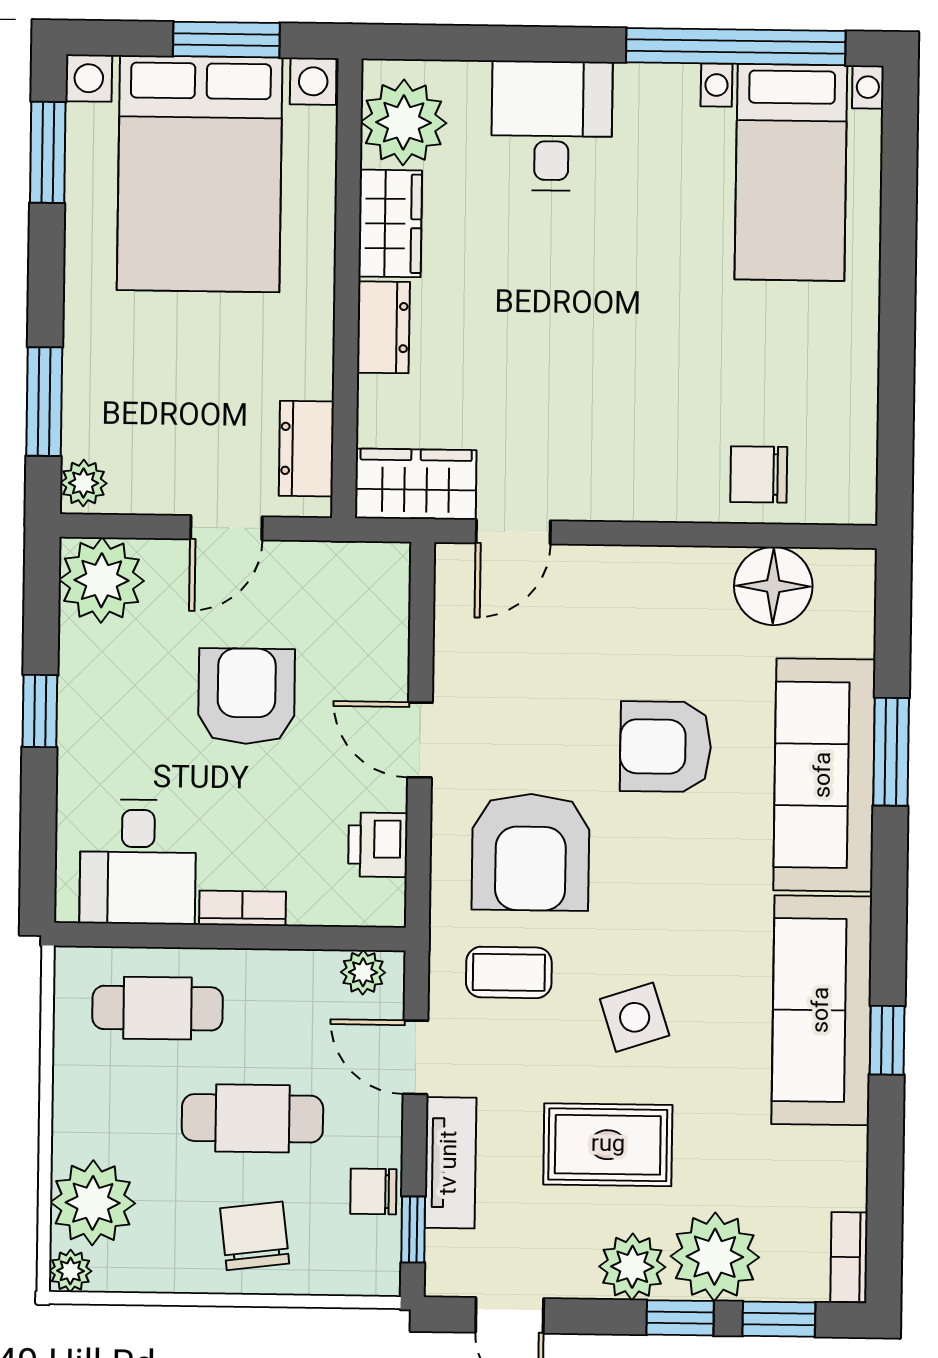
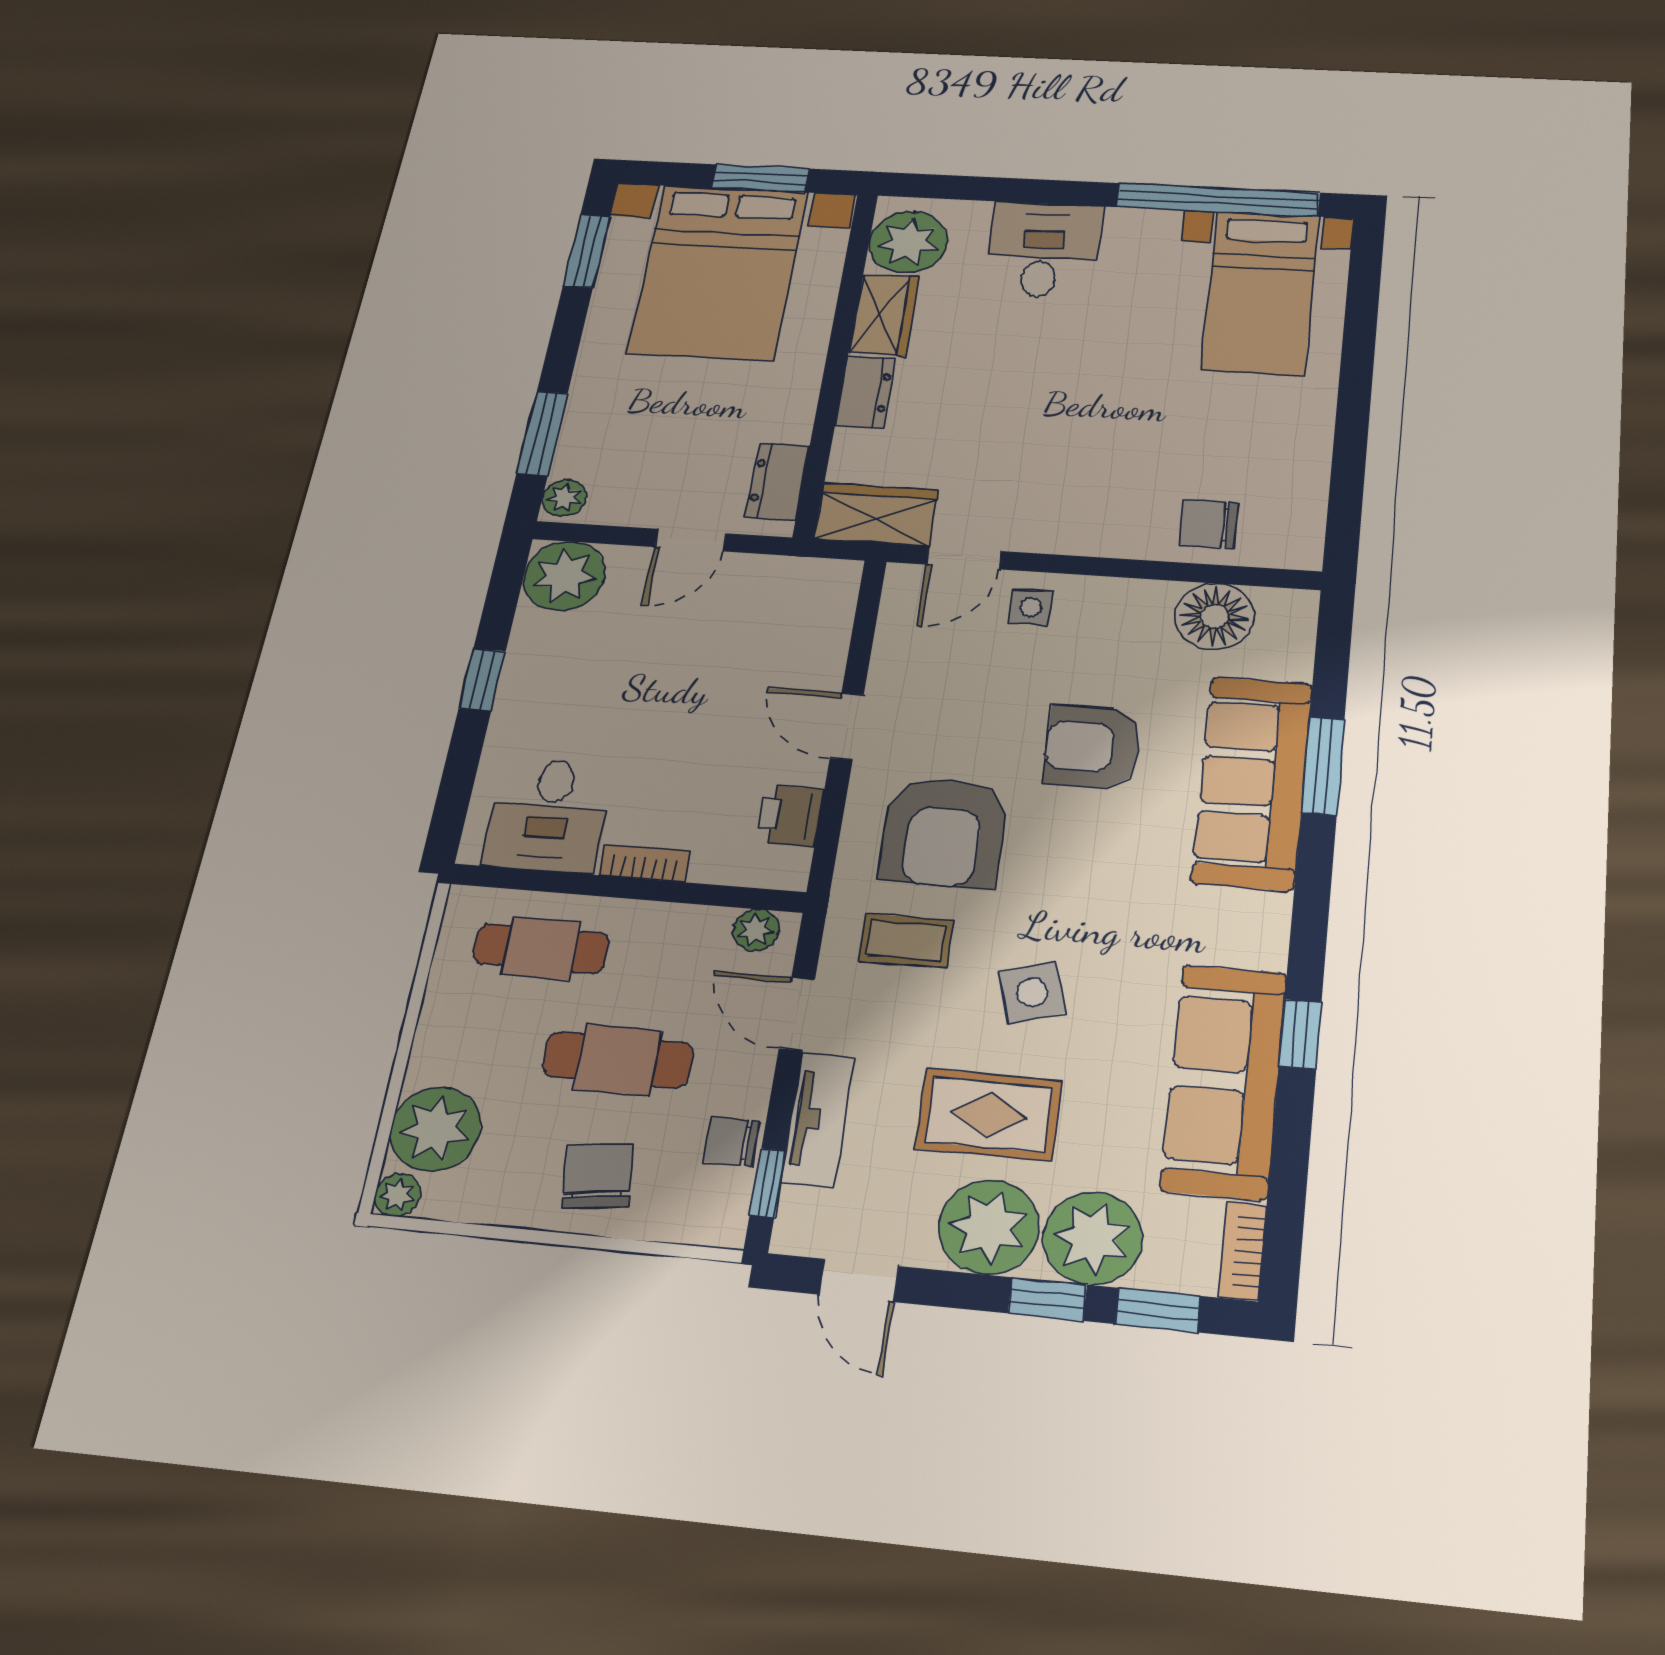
side table: (588, 587) -> (1031, 607), added
armchair: (247, 696) -> (683, 679), removed
sofa: (822, 1010) -> (1224, 1080), moved
plant: (632, 1267) -> (989, 1227), width x1.36, depth x1.36

